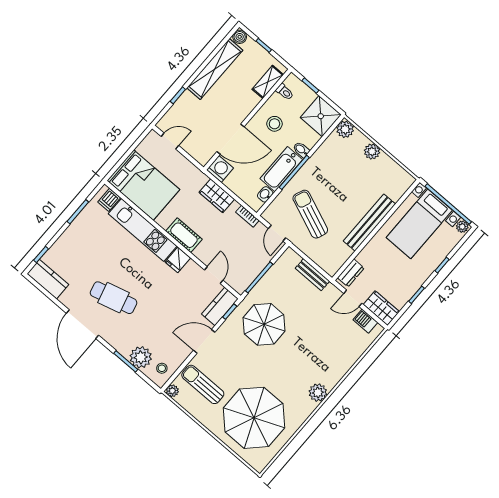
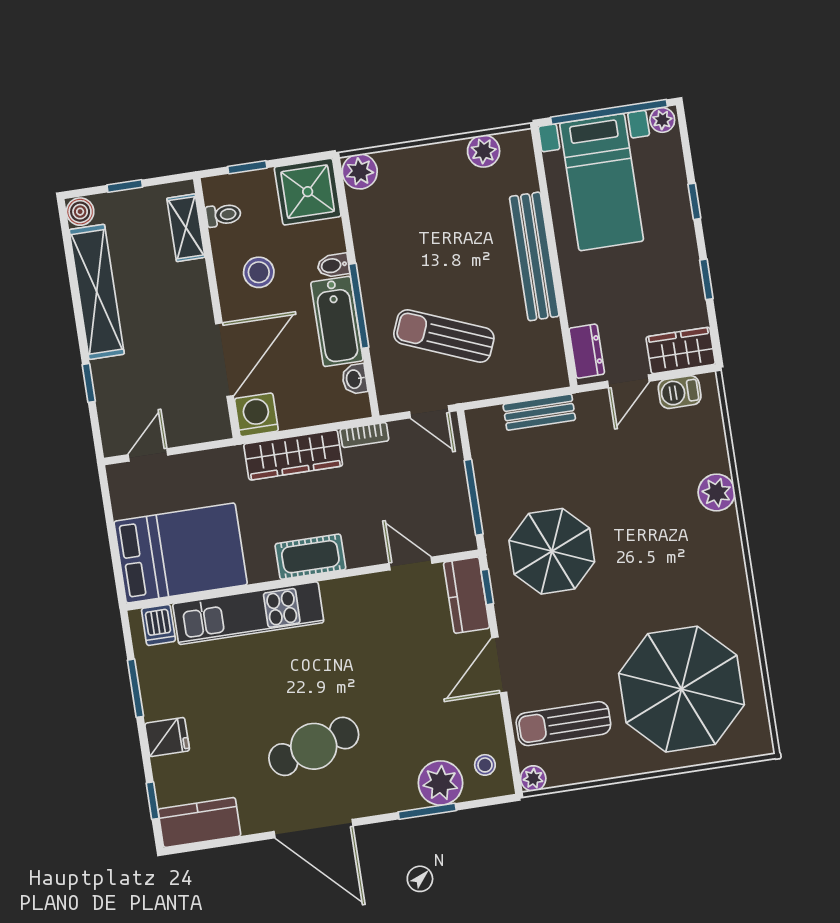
plant: (372, 151) -> (484, 151), moved
wardrobe: (217, 196) -> (293, 455), width x1.50
fridge: (178, 260) -> (167, 737), moved, turned -90
plant: (318, 393) -> (717, 492), moved

